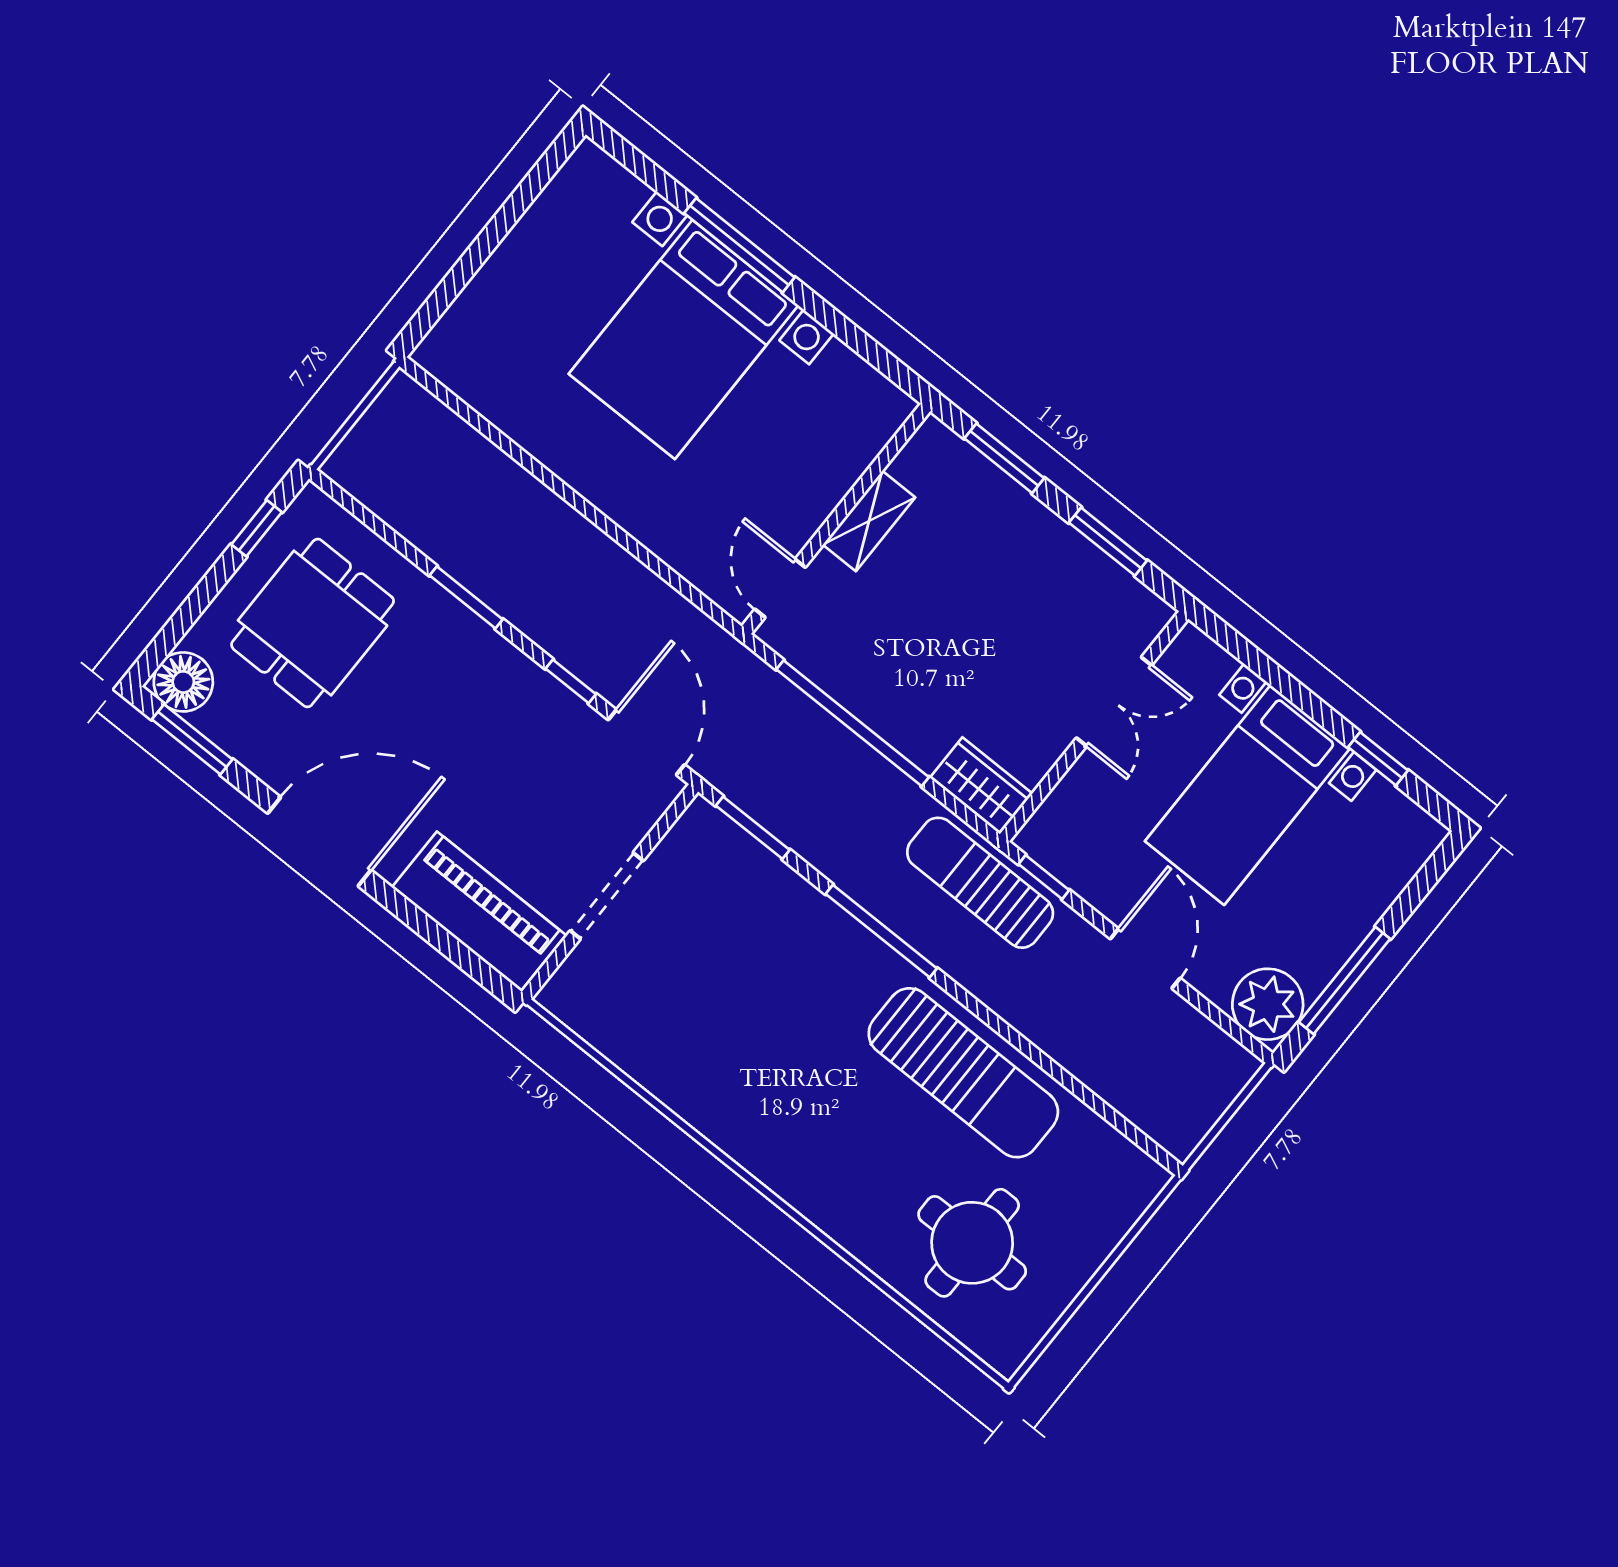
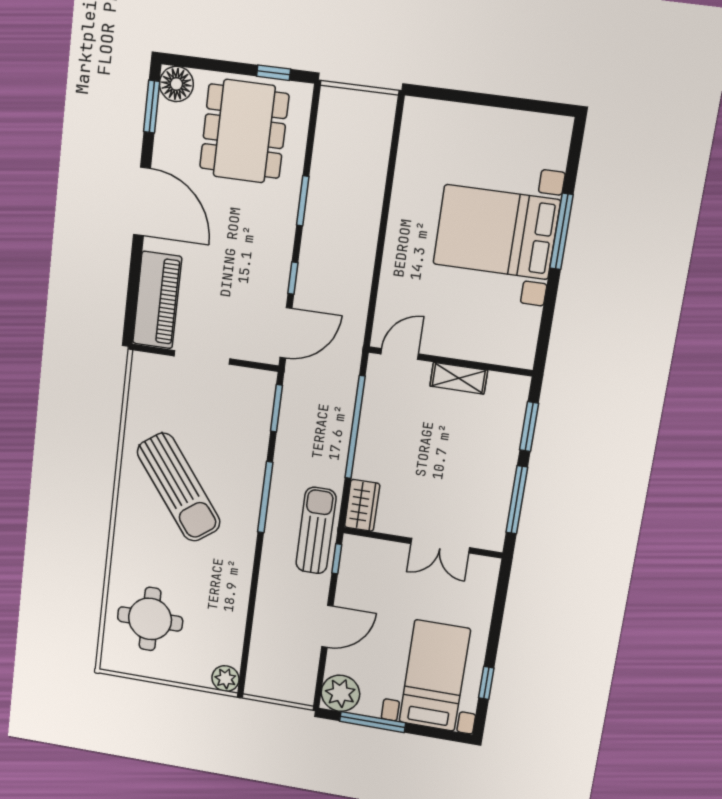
window: (1108, 542) -> (517, 500), width x1.44
dining table: (313, 623) -> (244, 131), width x1.37
bed with nightstands: (1247, 795) -> (435, 676), moved, turned 90
sun lounger: (963, 1073) -> (179, 487), moved, turned -37
plant: (1140, 1179) -> (226, 679), added

